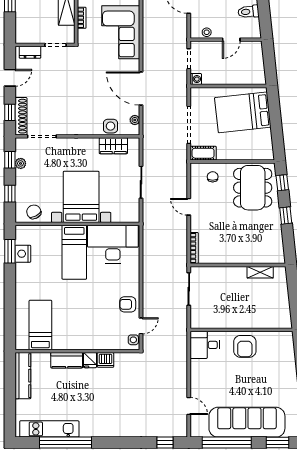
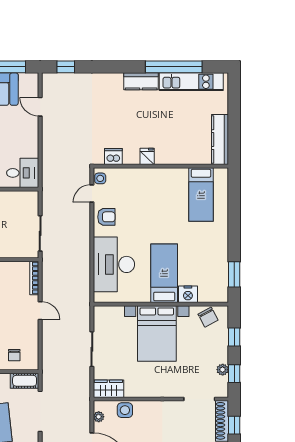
wardrobe: (113, 146) -> (108, 389), moved
door: (189, 207) -> (40, 311), moved
desk: (113, 244) -> (114, 264), moved, turned 90
nightstand: (23, 254) -> (188, 294), moved, turned 90
kitchen counter: (67, 360) -> (141, 81), moved, turned 180
dishwasher: (105, 360) -> (113, 157), moved

